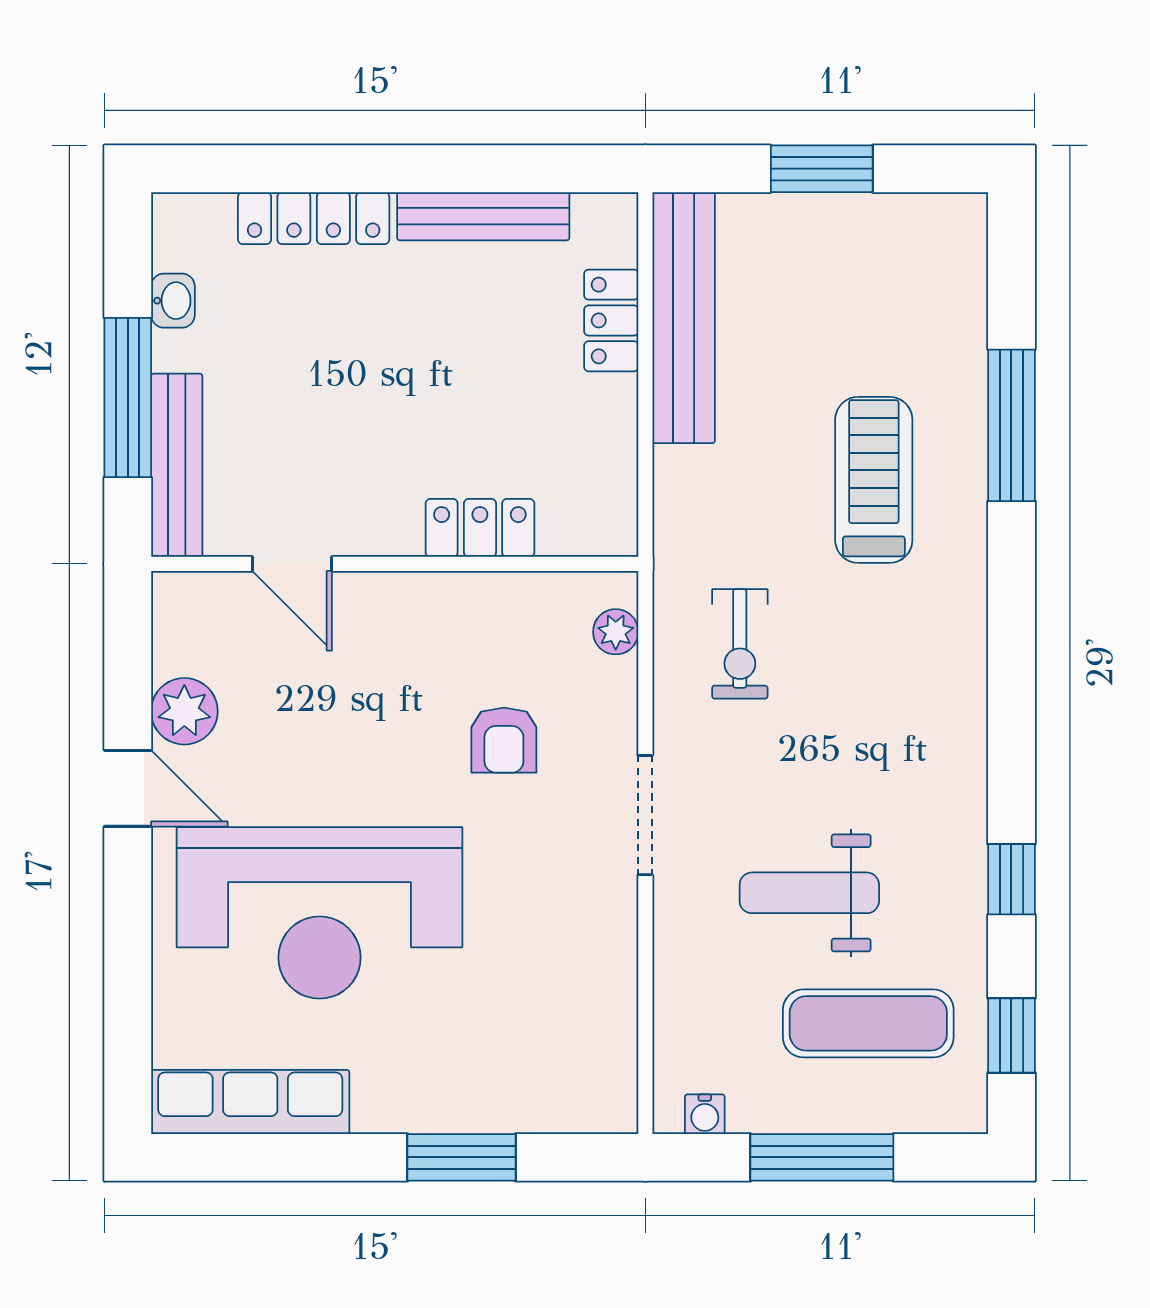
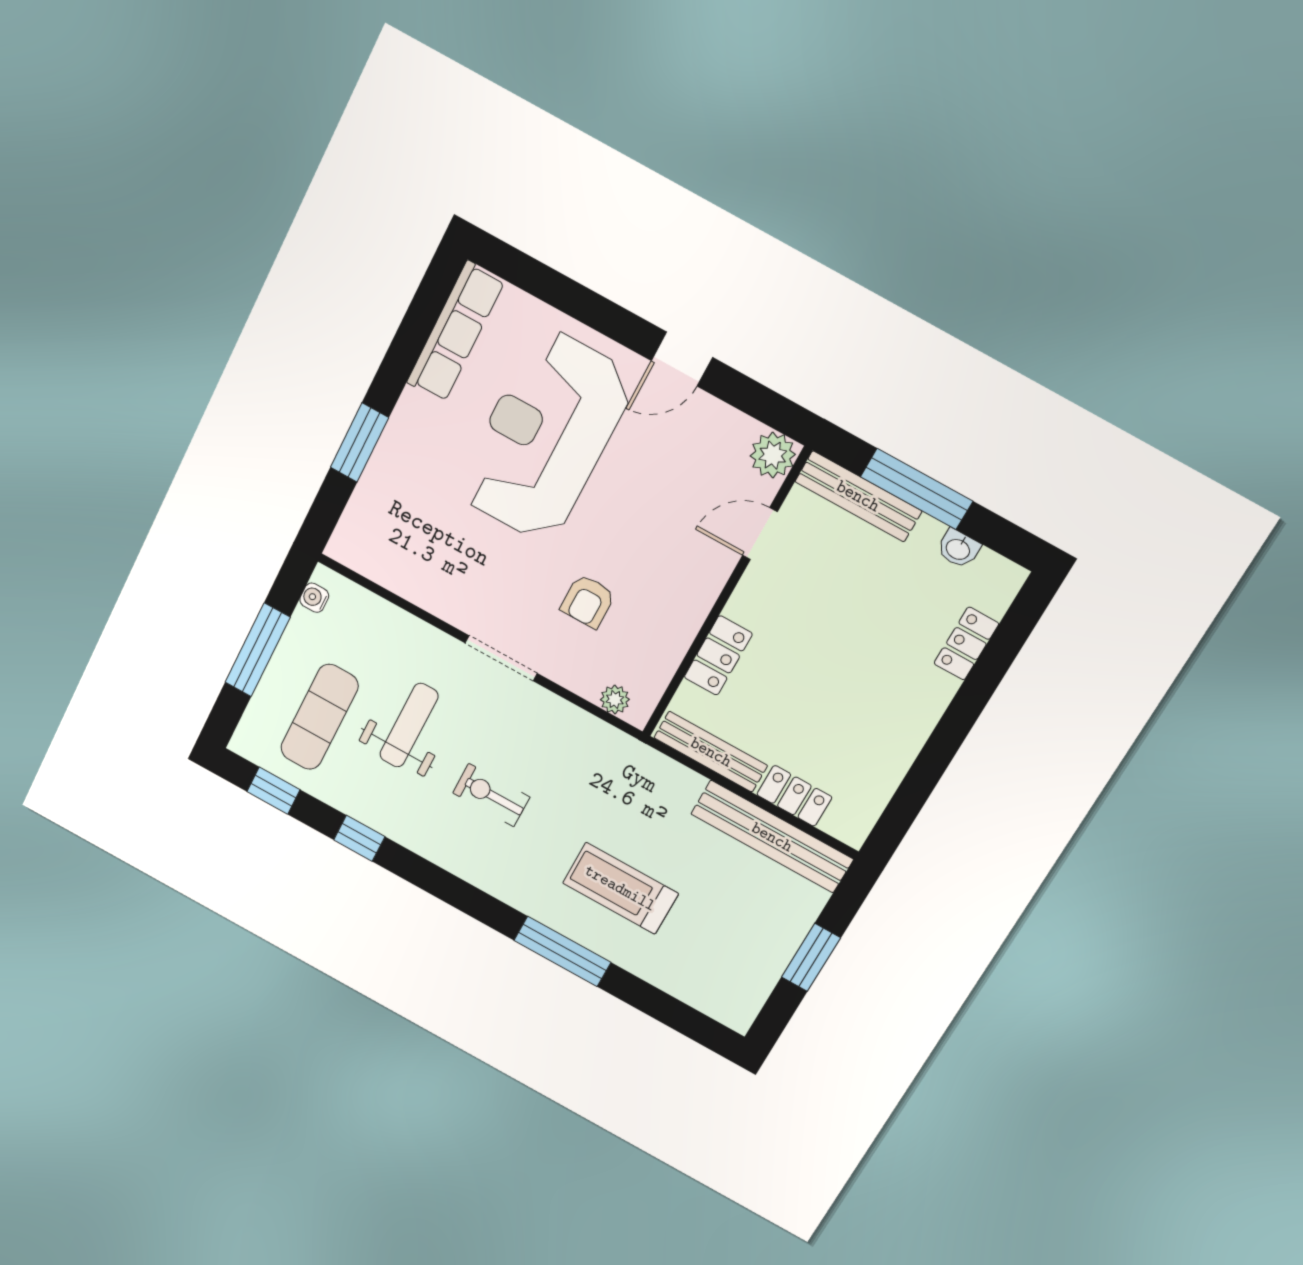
bench: (483, 216) -> (711, 752), moved, turned 90
locker: (314, 218) -> (966, 644), width x0.66
window: (1011, 425) -> (562, 951), moved
treadmill: (874, 480) -> (620, 888), turned 180
exercise bike: (740, 644) -> (491, 795), moved
plant: (184, 711) -> (773, 455), moved
armchair: (504, 740) -> (588, 601), turned -90

